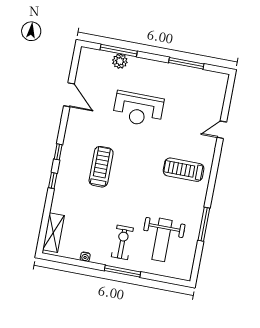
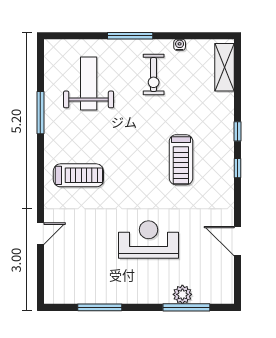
exercise bike: (122, 242) -> (154, 75), moved

